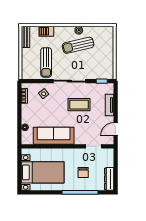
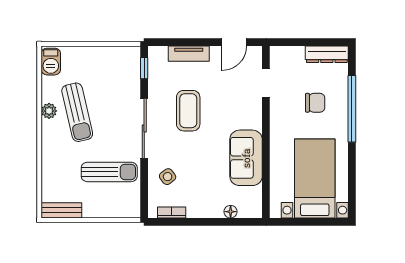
barbecue: (46, 31) -> (51, 62), moved
door: (116, 129) -> (234, 42), hinge flipped
sofa: (54, 136) -> (246, 158), width x0.73

